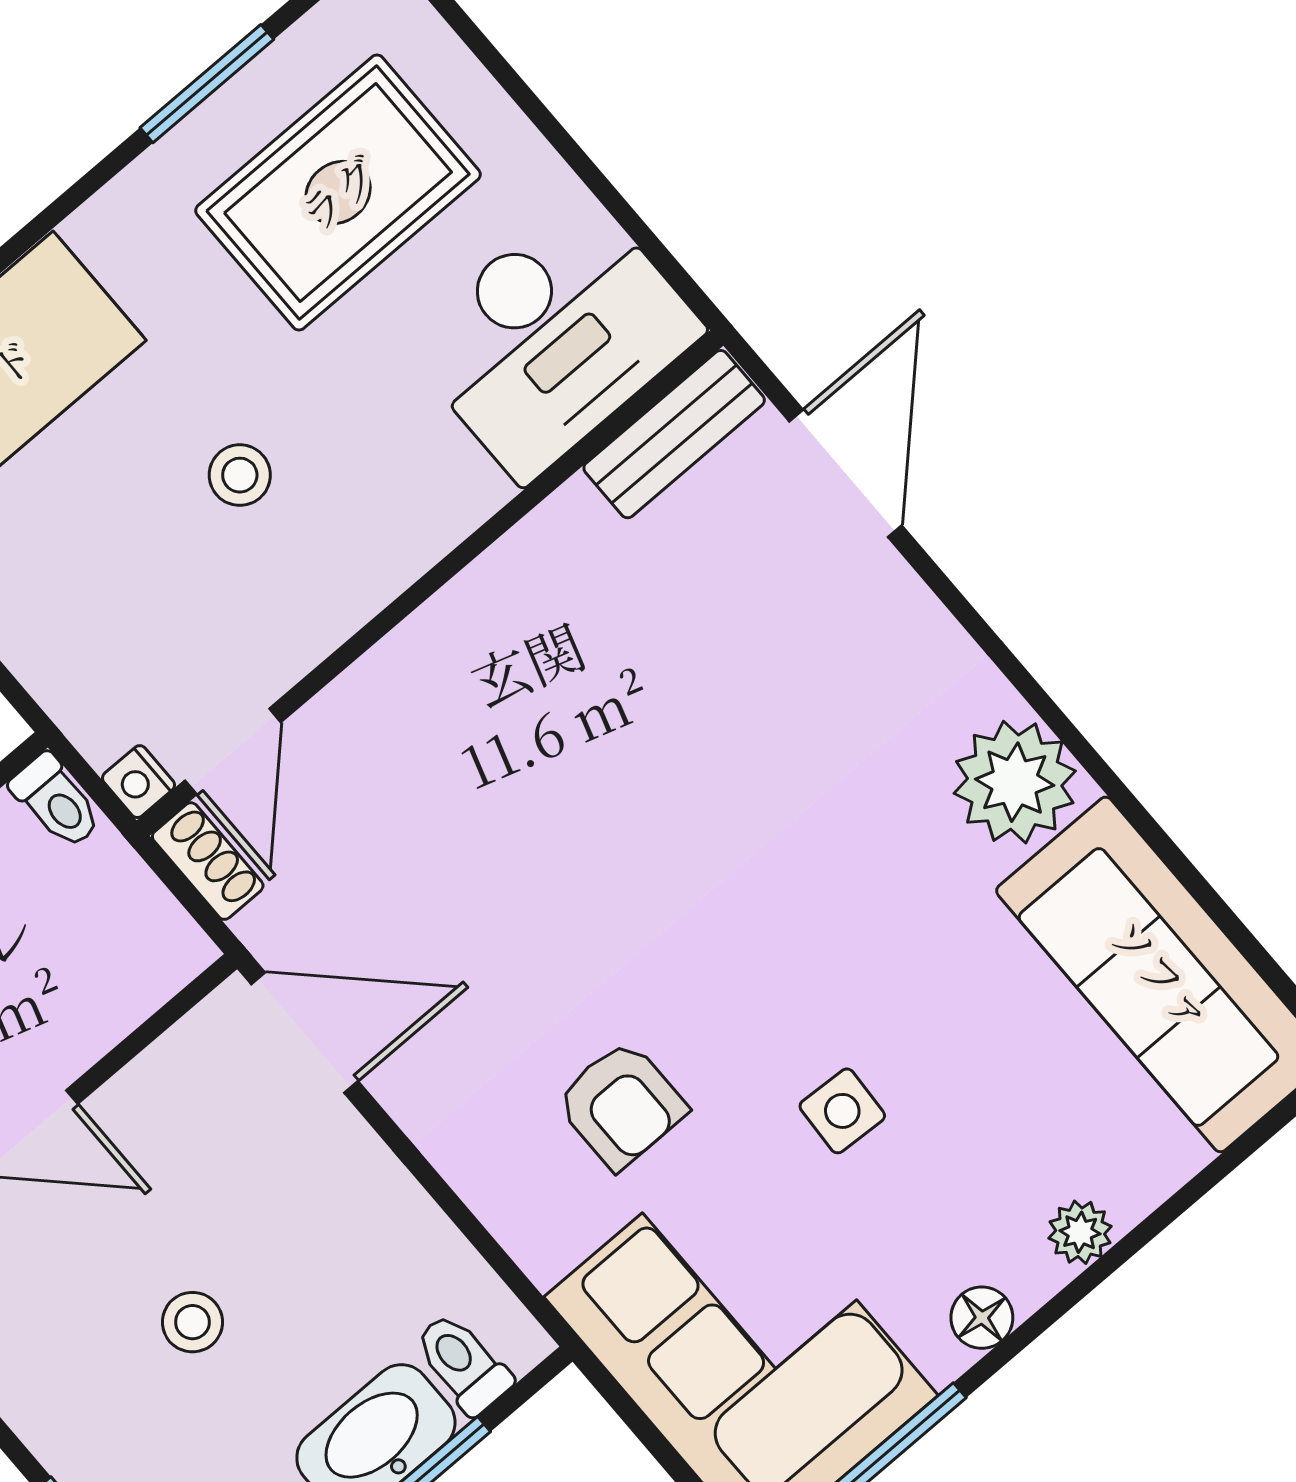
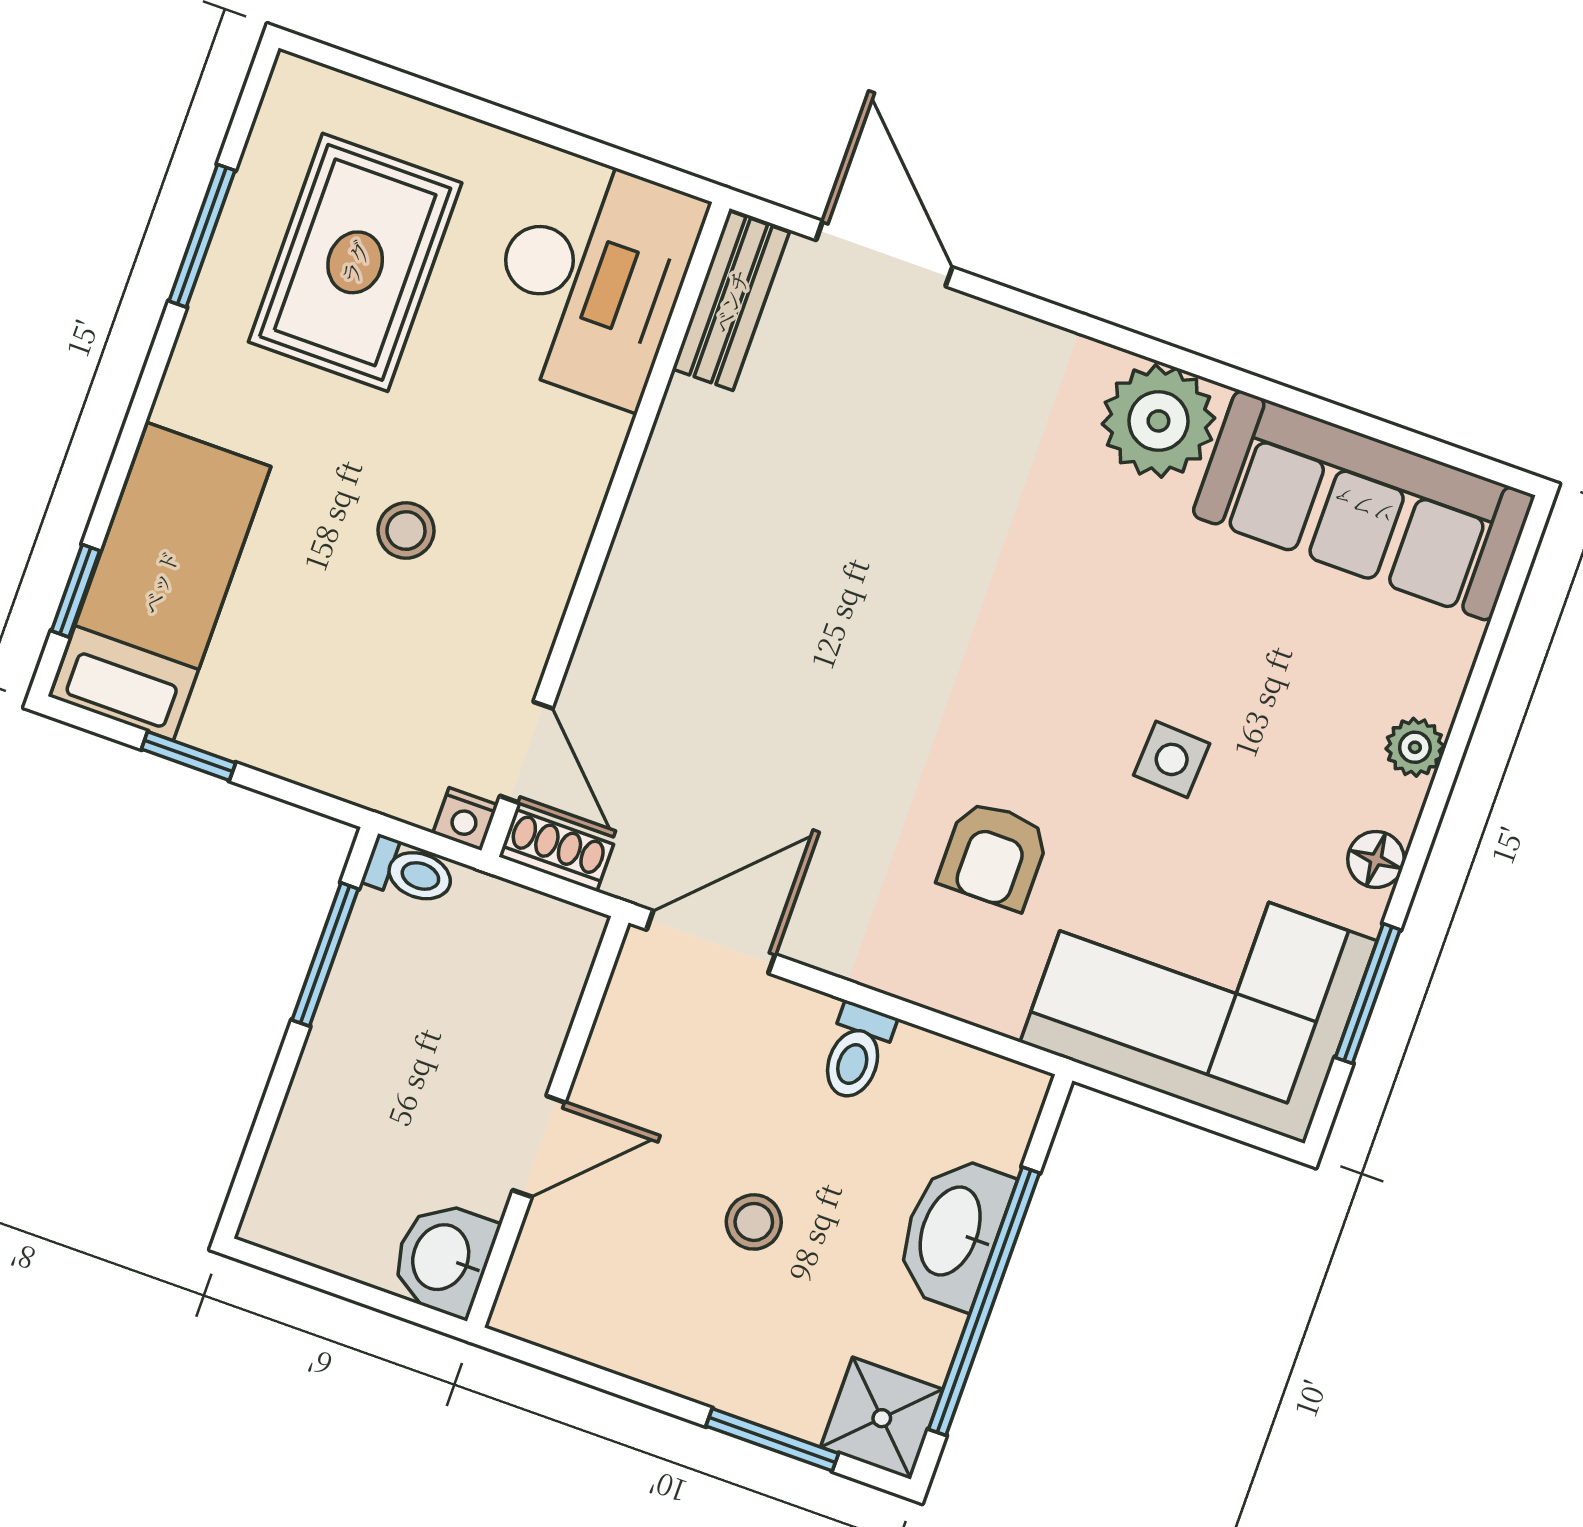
armchair: (621, 1105) -> (994, 855), turned 90
toilet: (463, 1363) -> (857, 1052), moved, turned -90

